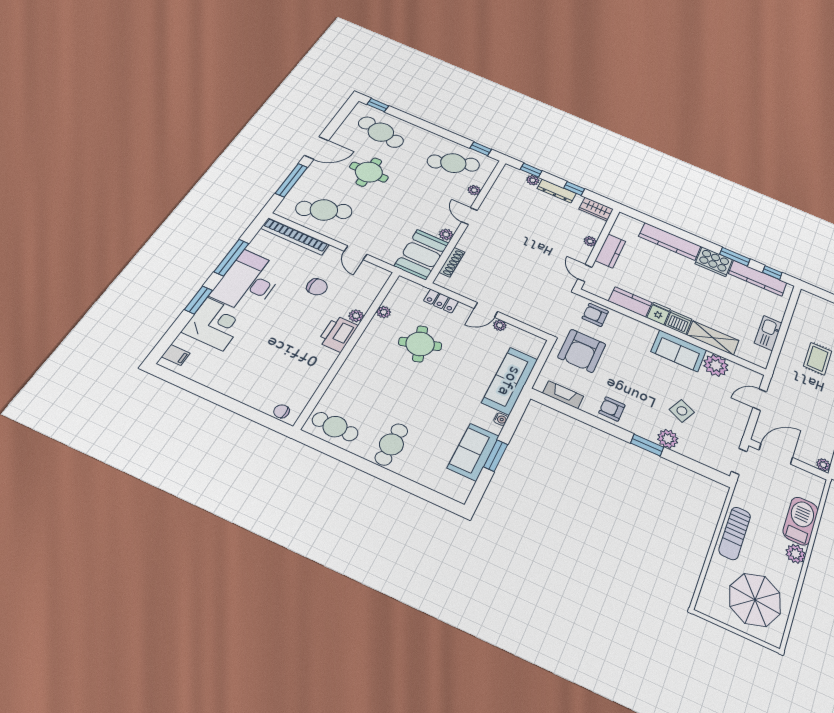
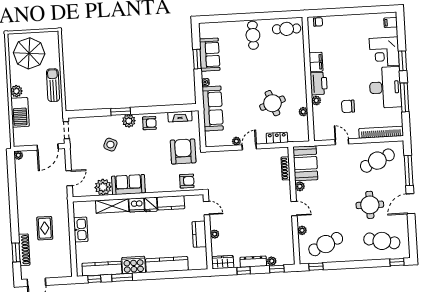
filing cabinet: (323, 362) -> (316, 62), added
plant: (668, 439) -> (129, 121), moved

